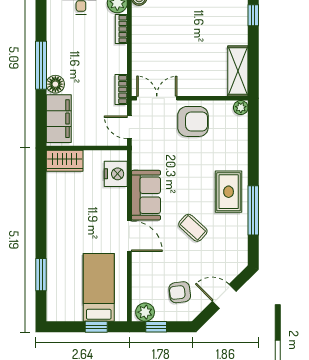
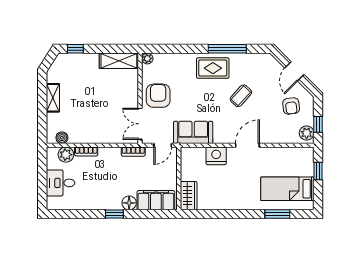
window: (41, 65) -> (114, 214), width x0.46
nightstand: (116, 174) -> (216, 156), moved
sofa: (146, 195) -> (193, 132), moved
bed: (99, 287) -> (287, 189), moved

